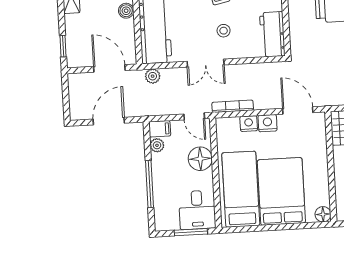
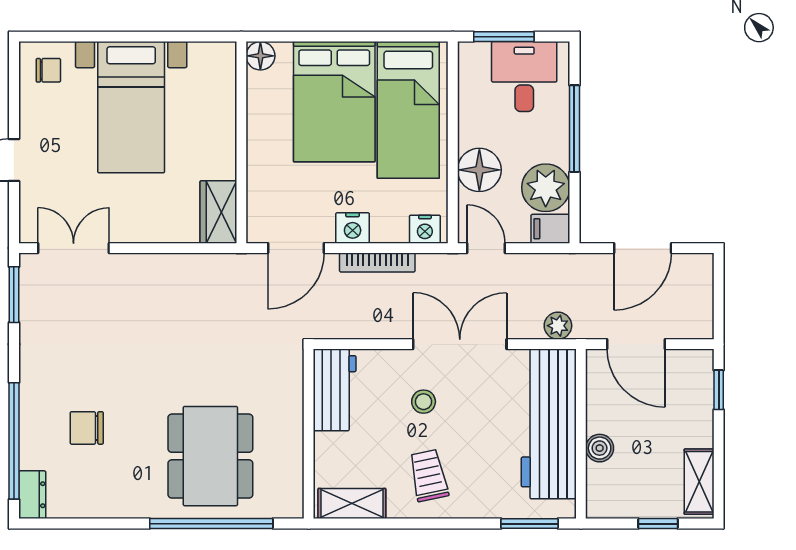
double door: (206, 63) -> (460, 344), width x1.37
bookcase: (233, 106) -> (377, 262), moved
door: (298, 111) -> (296, 248), hinge flipped
nightstand: (249, 124) -> (425, 229), moved
plant: (157, 145) -> (546, 188), width x1.88, depth x1.88
desk: (197, 210) -> (524, 77), moved

